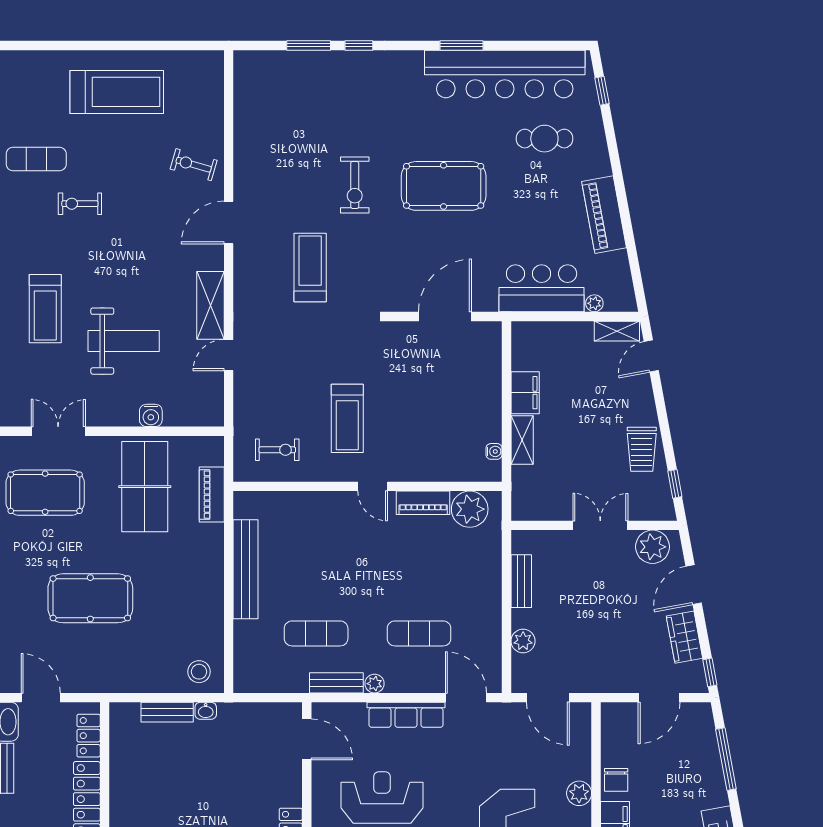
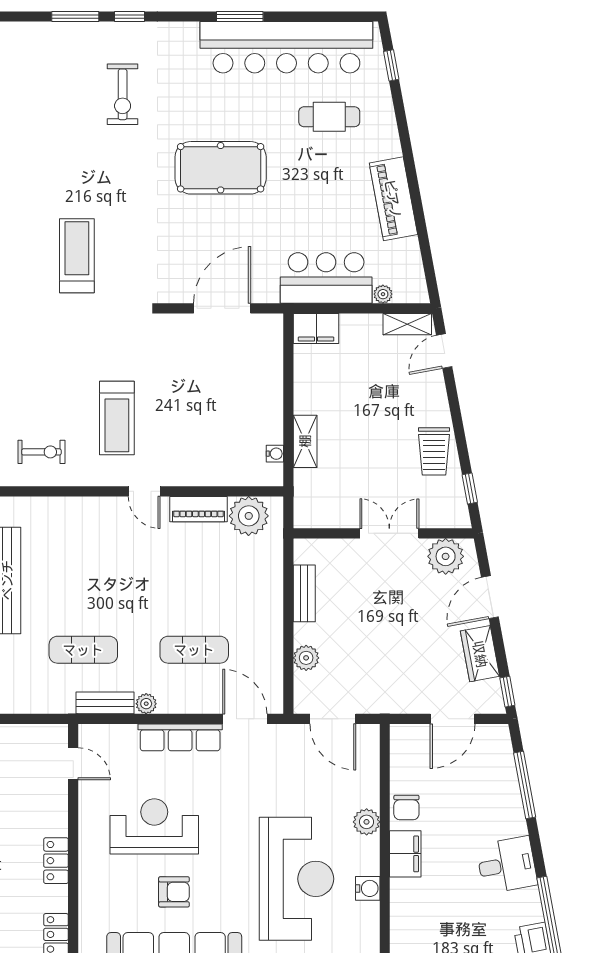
exercise bike: (355, 185) -> (123, 94), moved
filing cabinet: (525, 393) -> (316, 328), moved, turned 90
door: (307, 739) -> (73, 764), width x0.73

